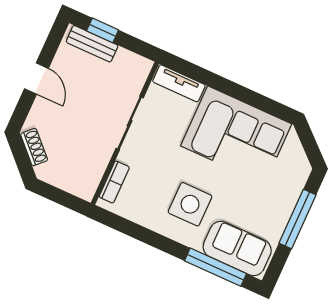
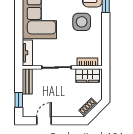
bench: (92, 44) -> (27, 81), moved
door: (36, 79) -> (44, 121), moved
wardrobe: (90, 172) -> (88, 75), added

